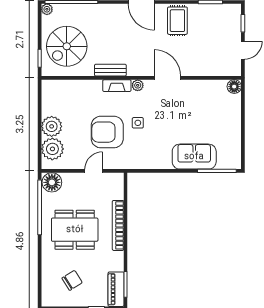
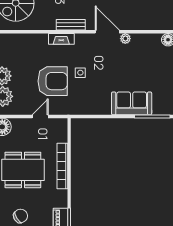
bench: (110, 70) -> (71, 25), moved
plant: (138, 85) -> (125, 39), moved
armchair: (107, 132) -> (53, 81), turned 180

